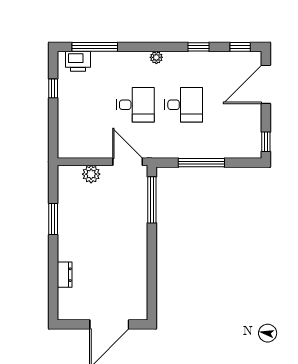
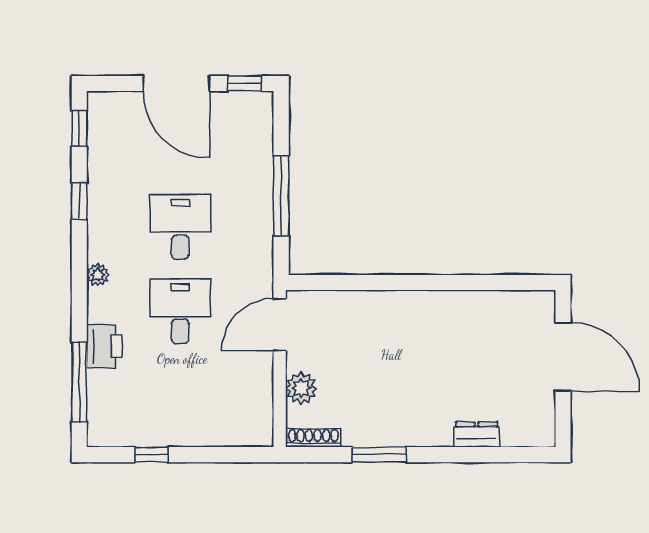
printer: (78, 61) -> (104, 346), moved
door: (266, 84) -> (176, 84), moved
shoe rack: (63, 181) -> (313, 438), added
window: (152, 200) -> (346, 282), removed

